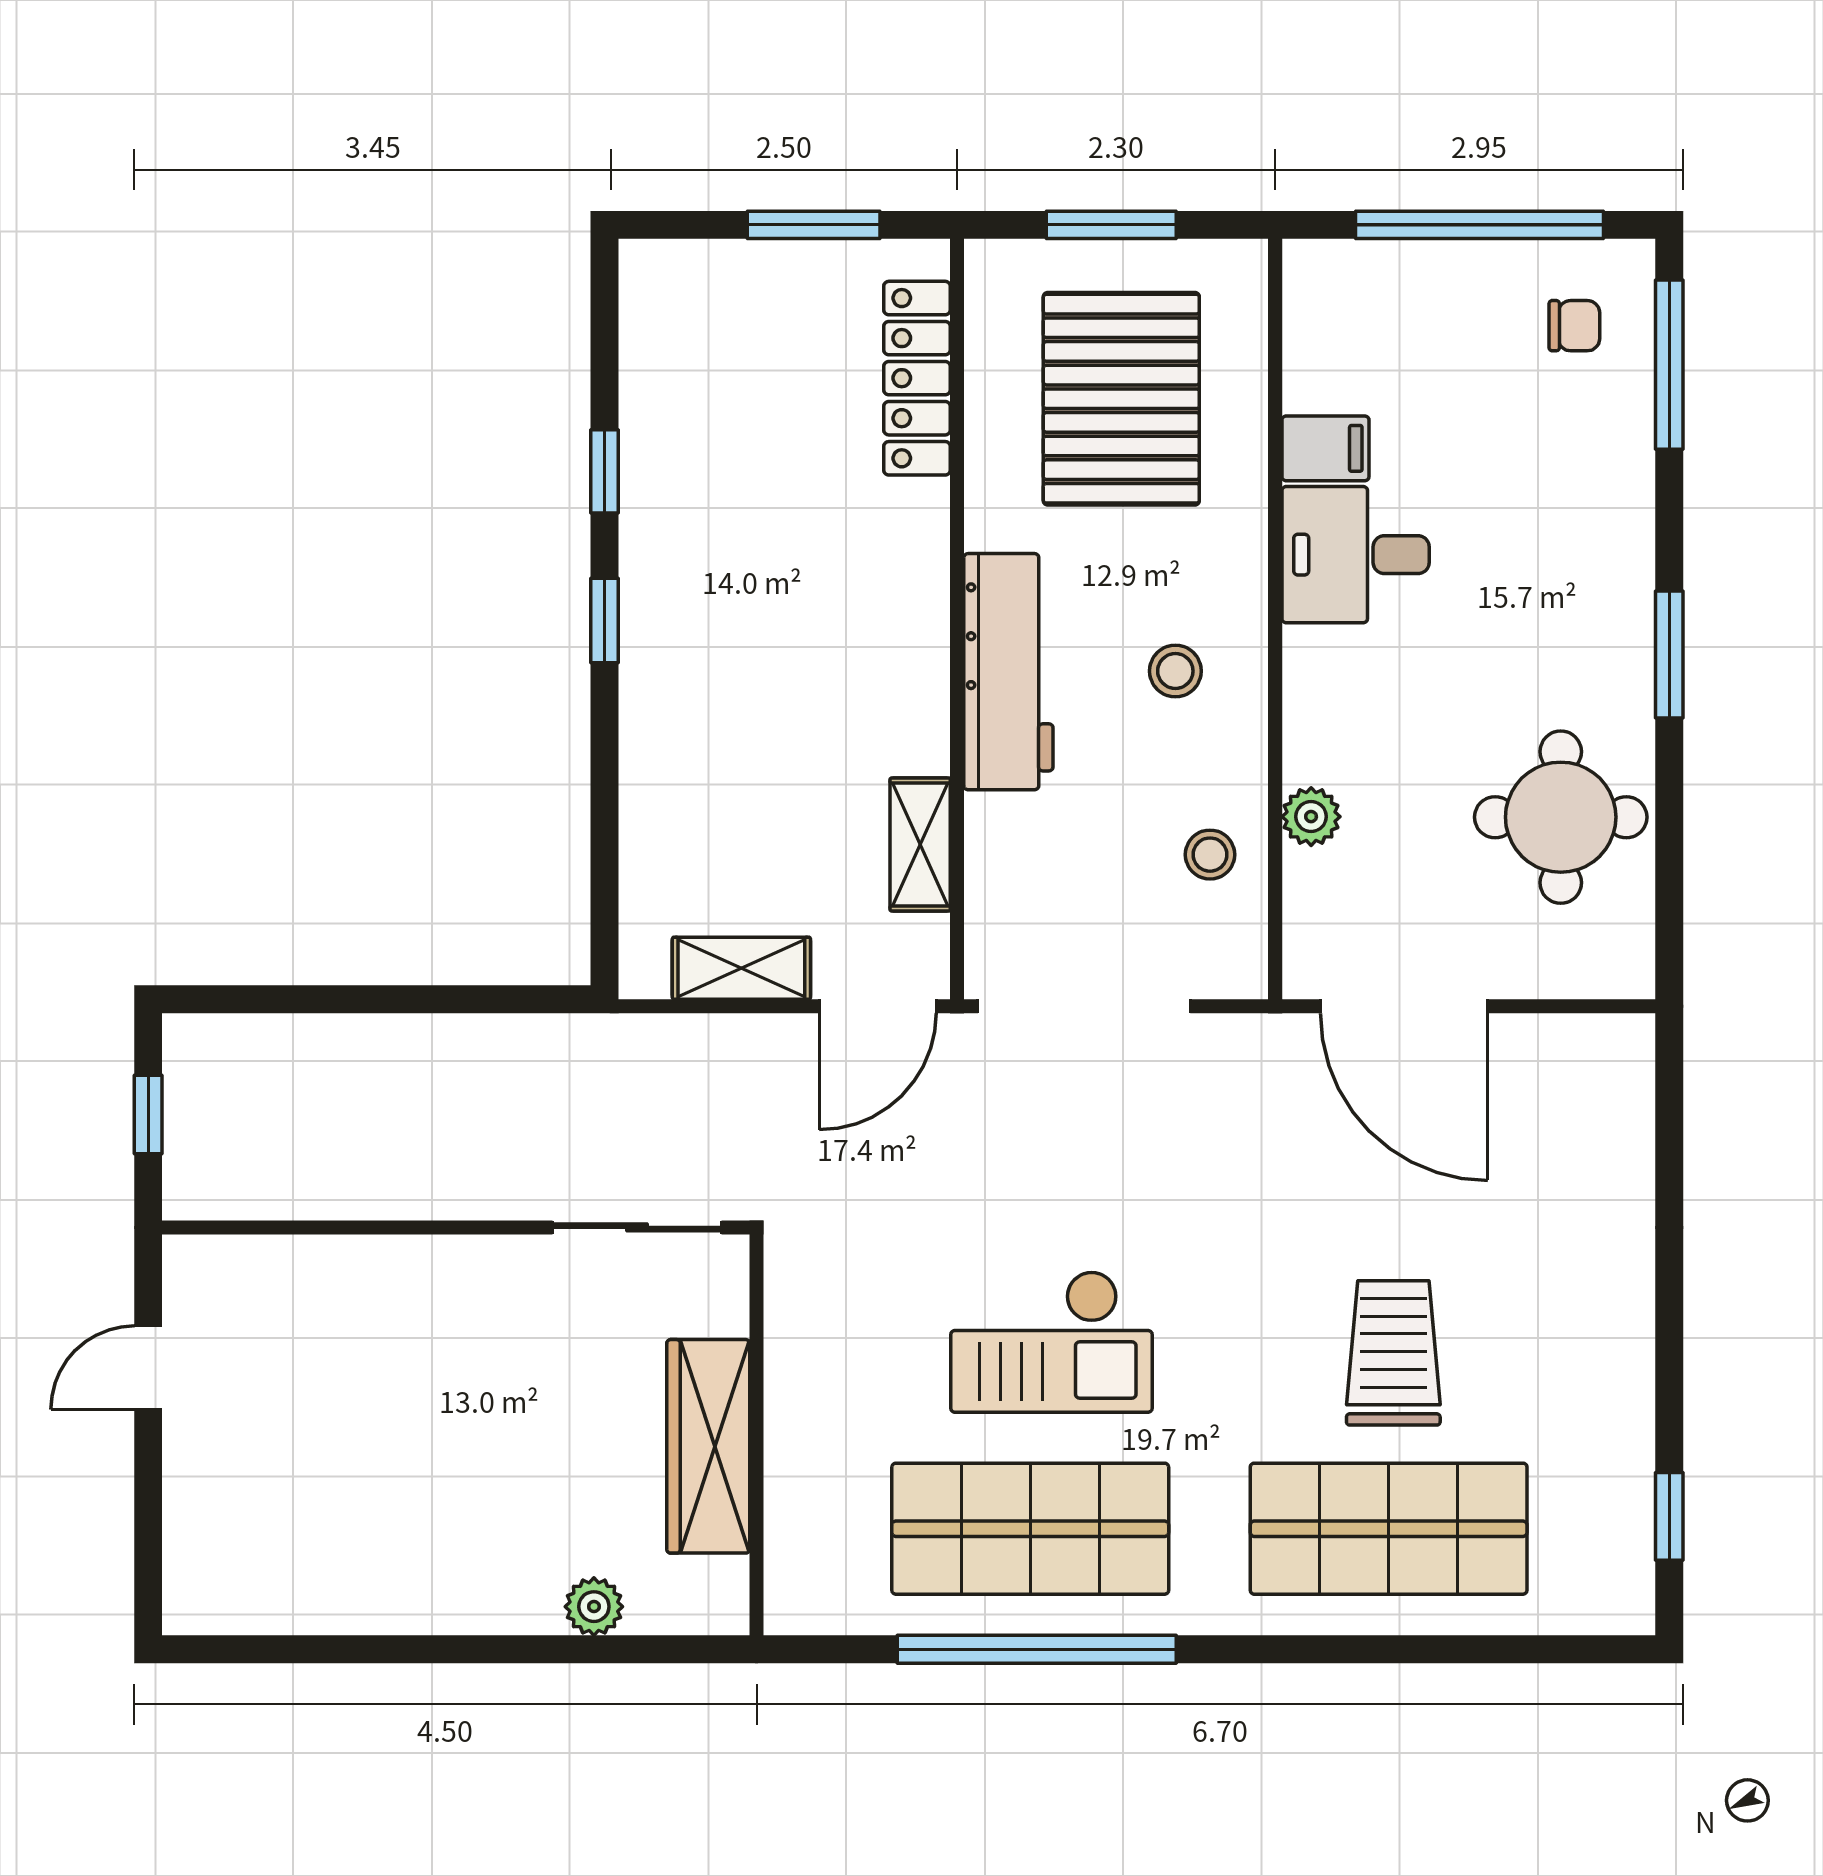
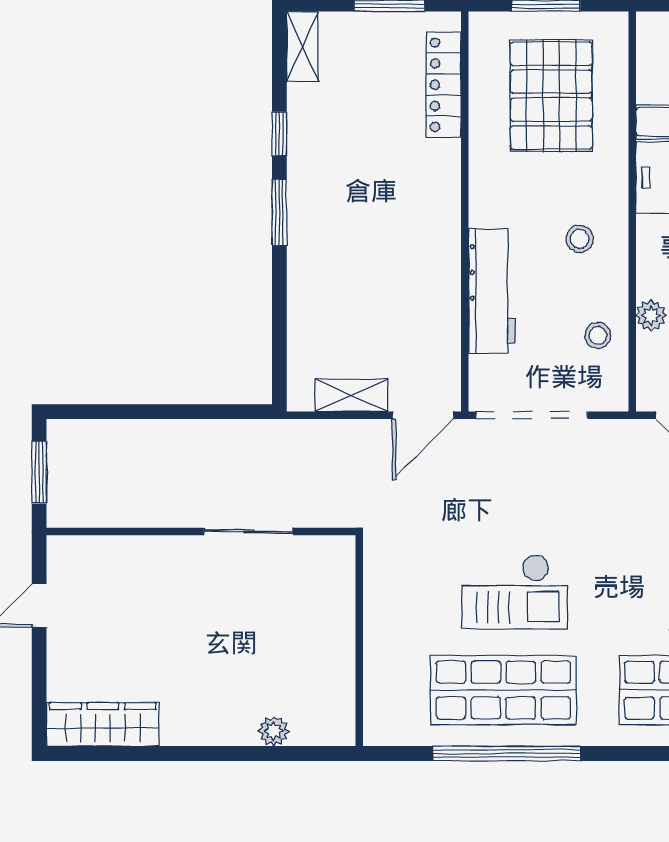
window: (604, 621) -> (279, 212), width x1.50
workbench: (1008, 672) -> (492, 291), moved
shelving: (920, 844) -> (302, 46), moved
window: (148, 1114) -> (39, 472), width x1.50
sliding door: (637, 1227) -> (248, 532), moved
wardrobe: (708, 1446) -> (103, 724), moved, turned 90

